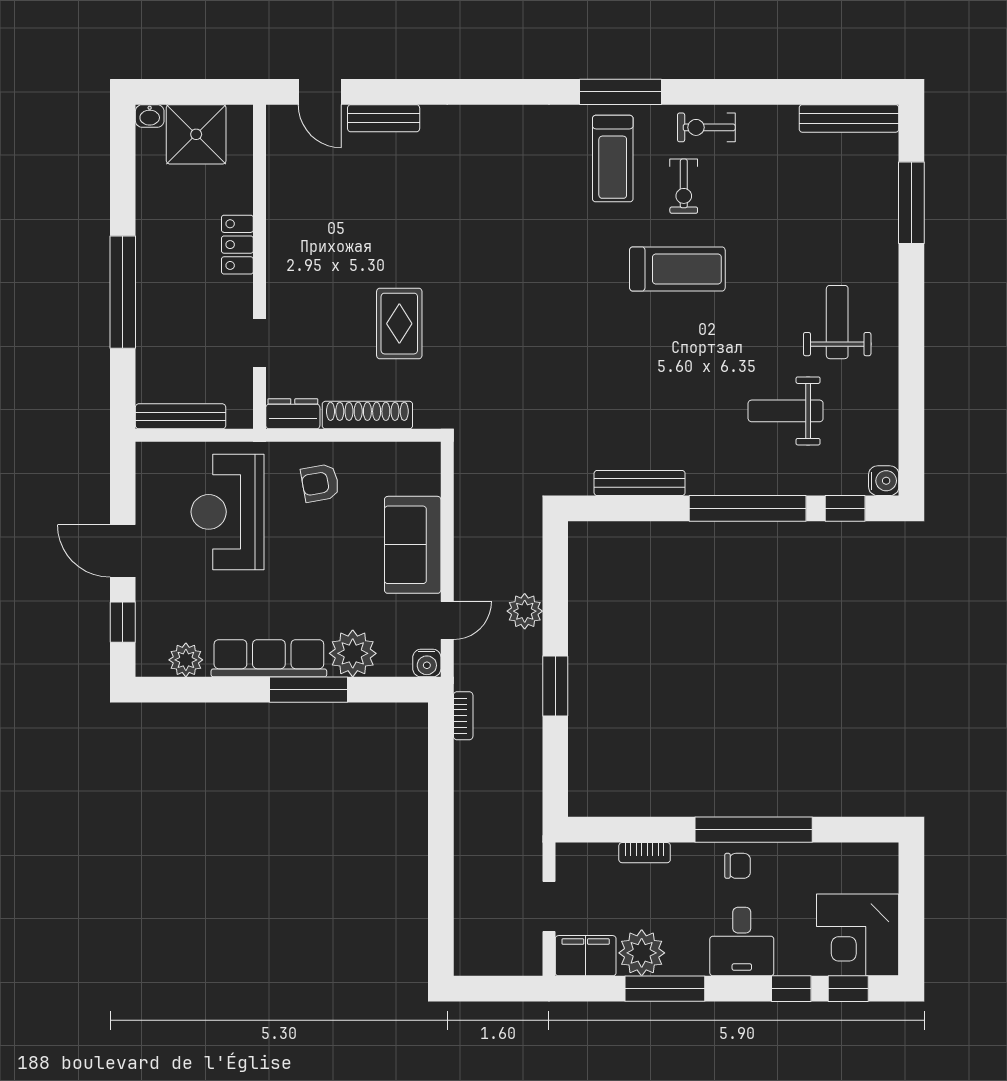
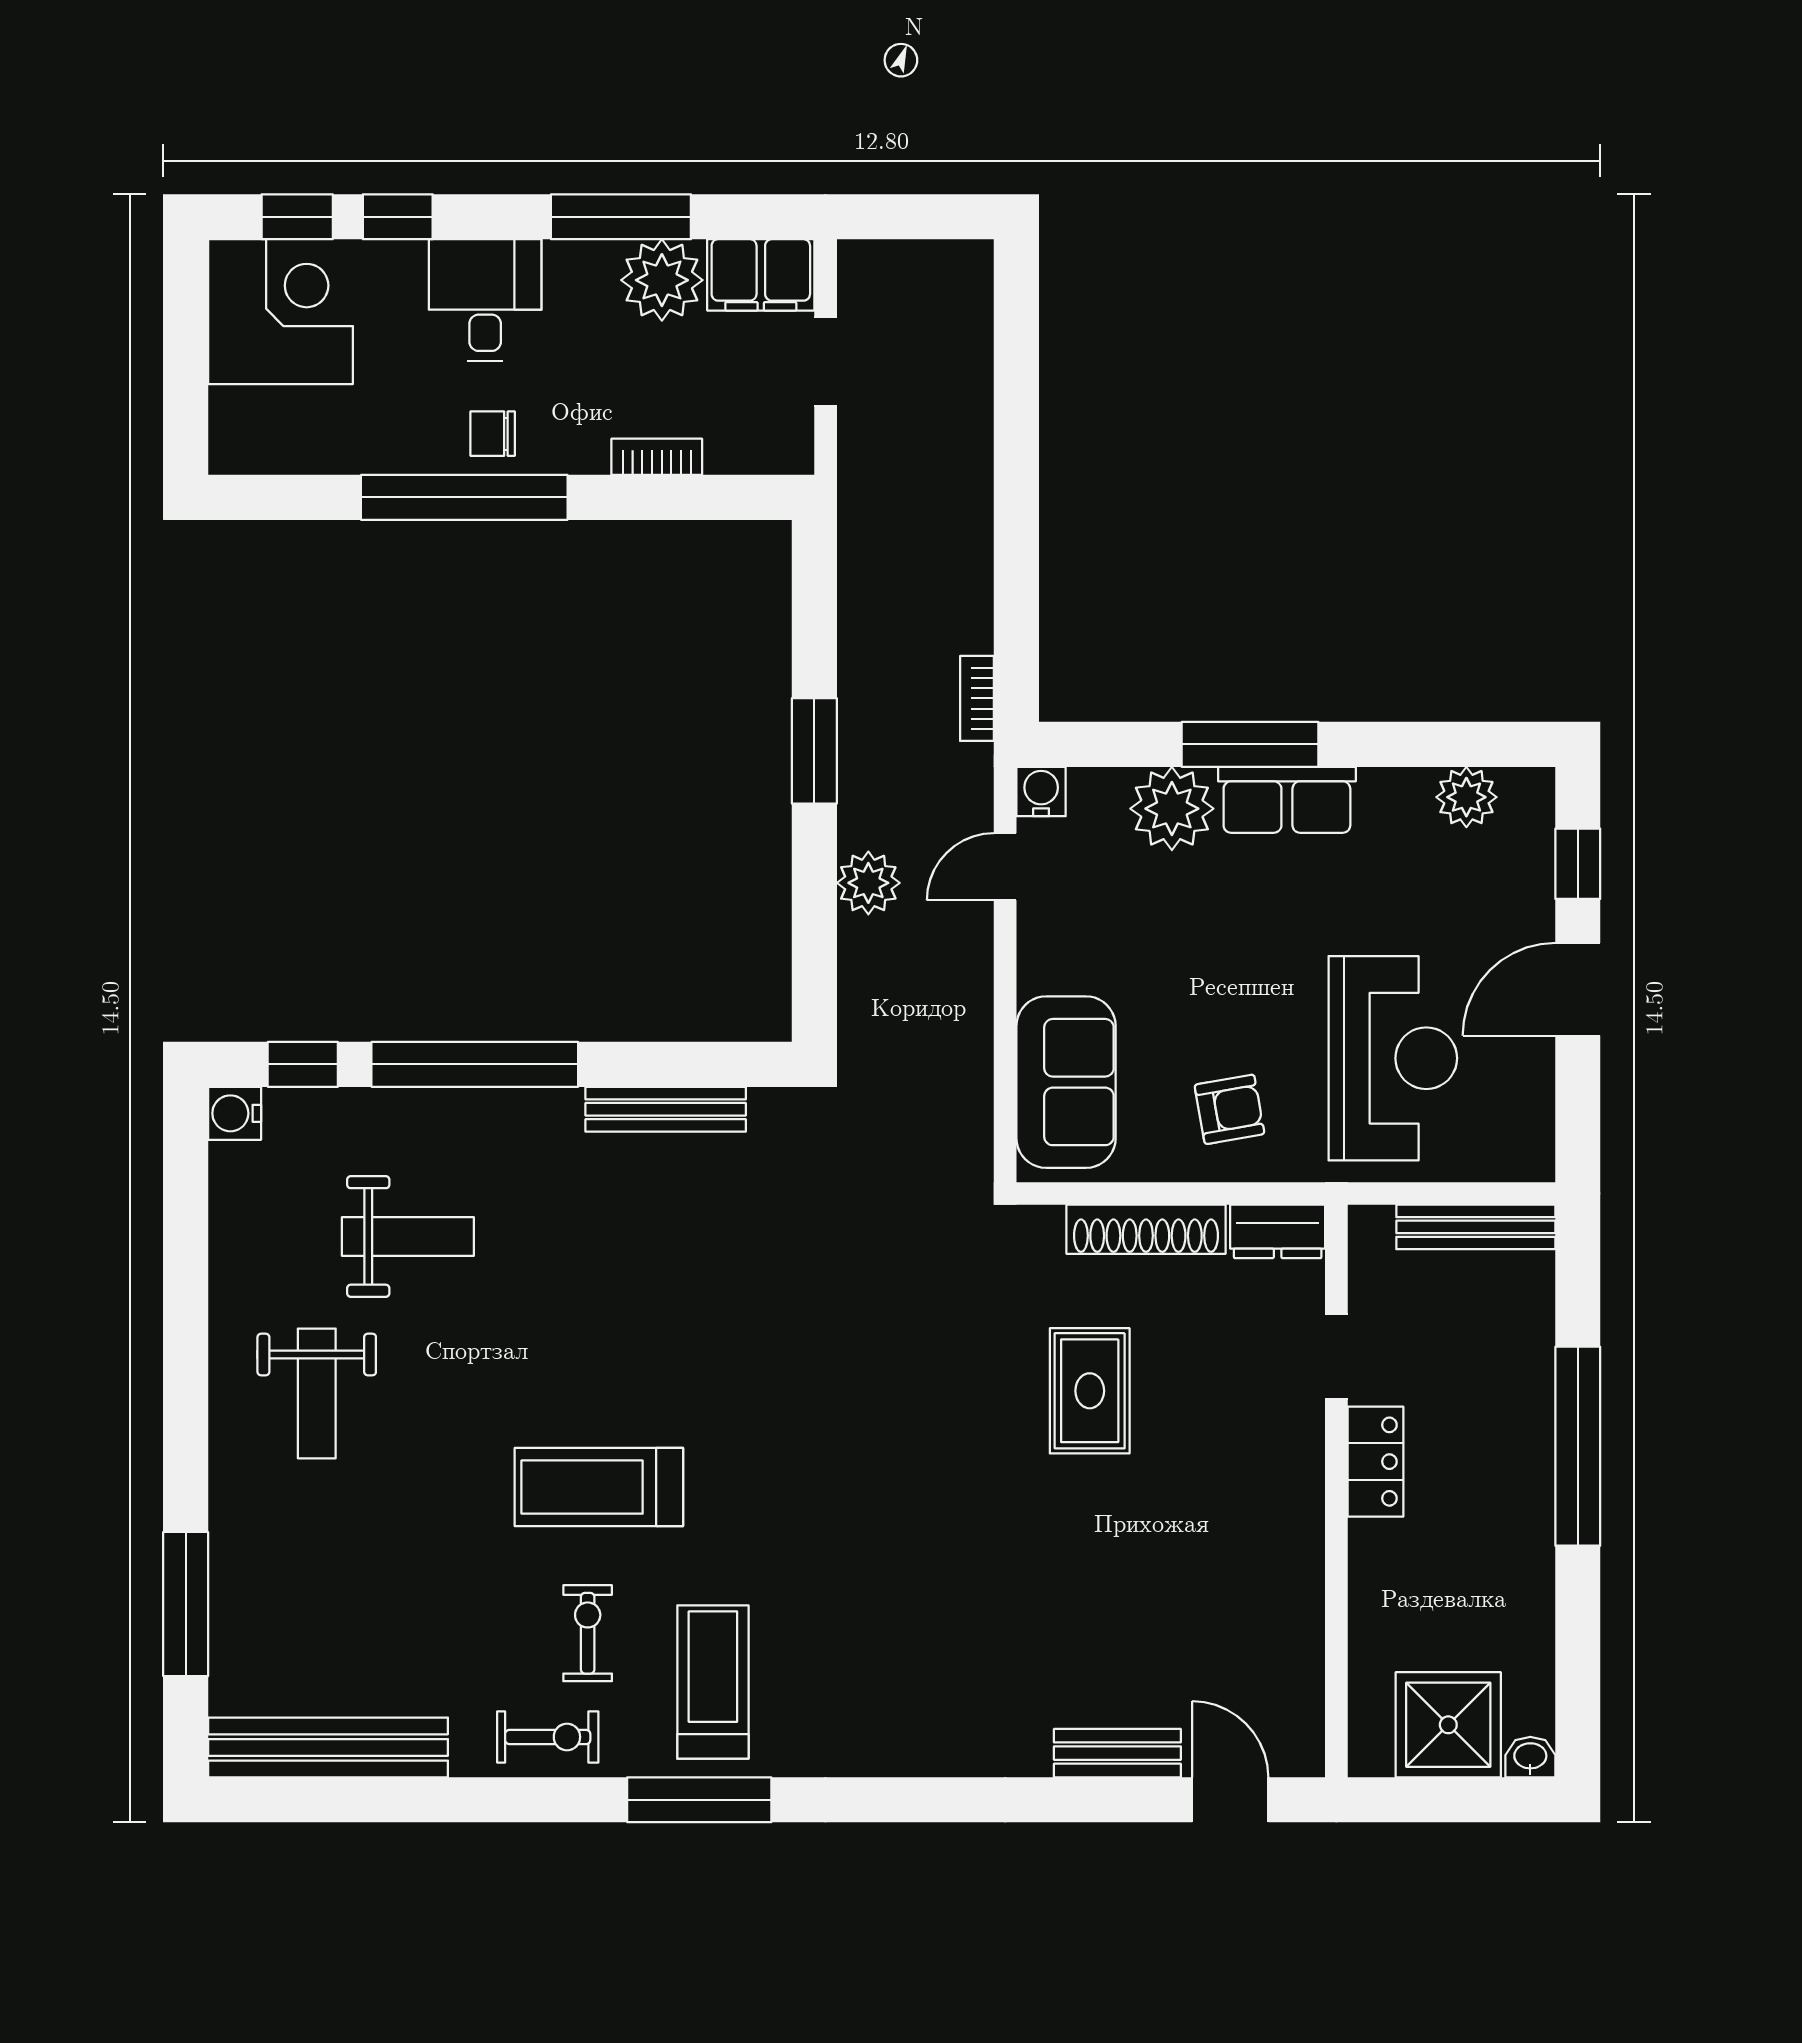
bench: (849, 118) -> (328, 1747), width x1.37, depth x1.21
locker: (237, 245) -> (1375, 1462), moved
sofa: (413, 545) -> (1066, 1082), moved
door: (123, 551) -> (1578, 989), swing flipped
row of seats: (269, 658) -> (1287, 800), width x0.68

